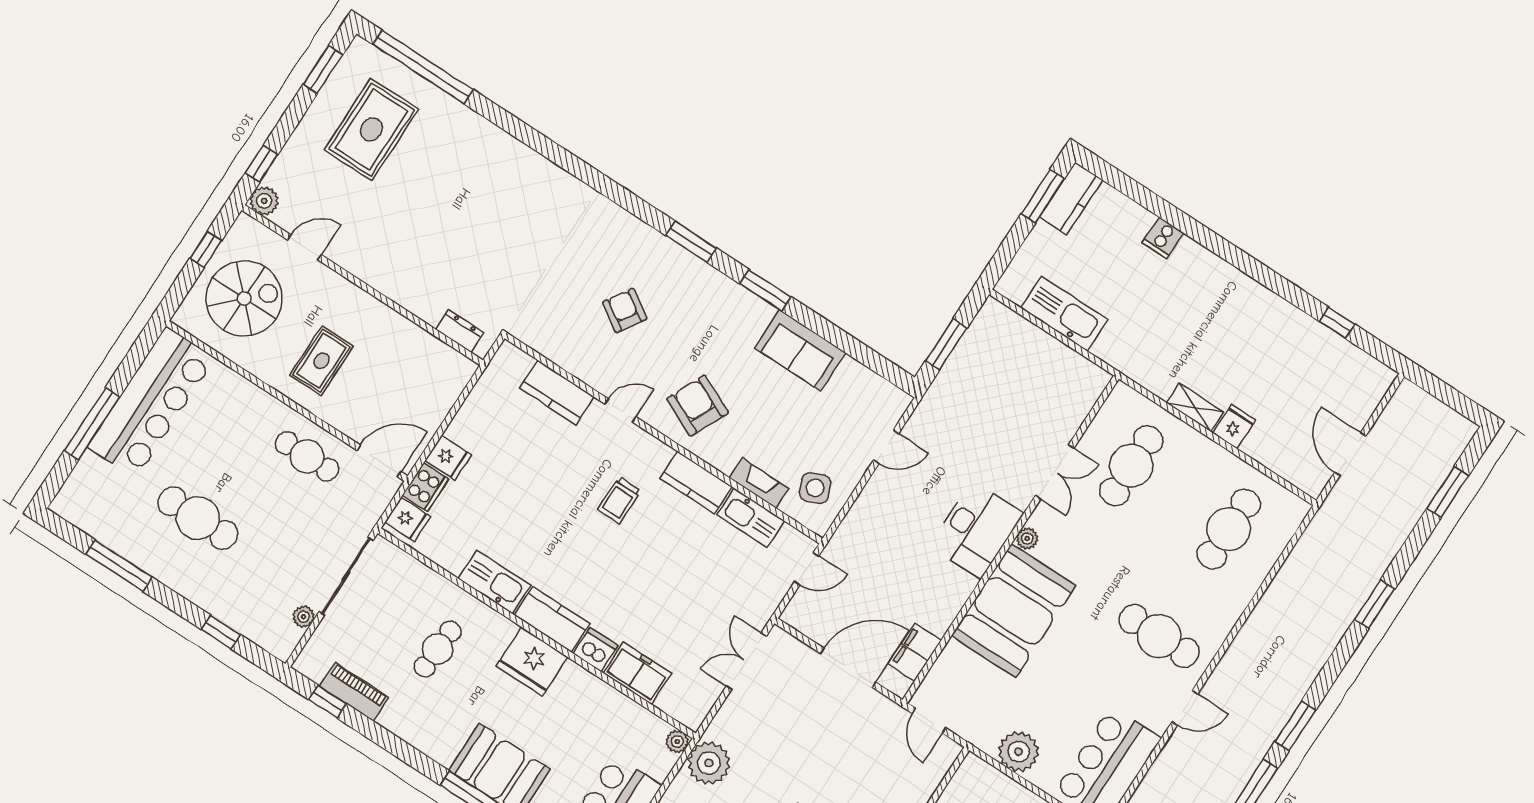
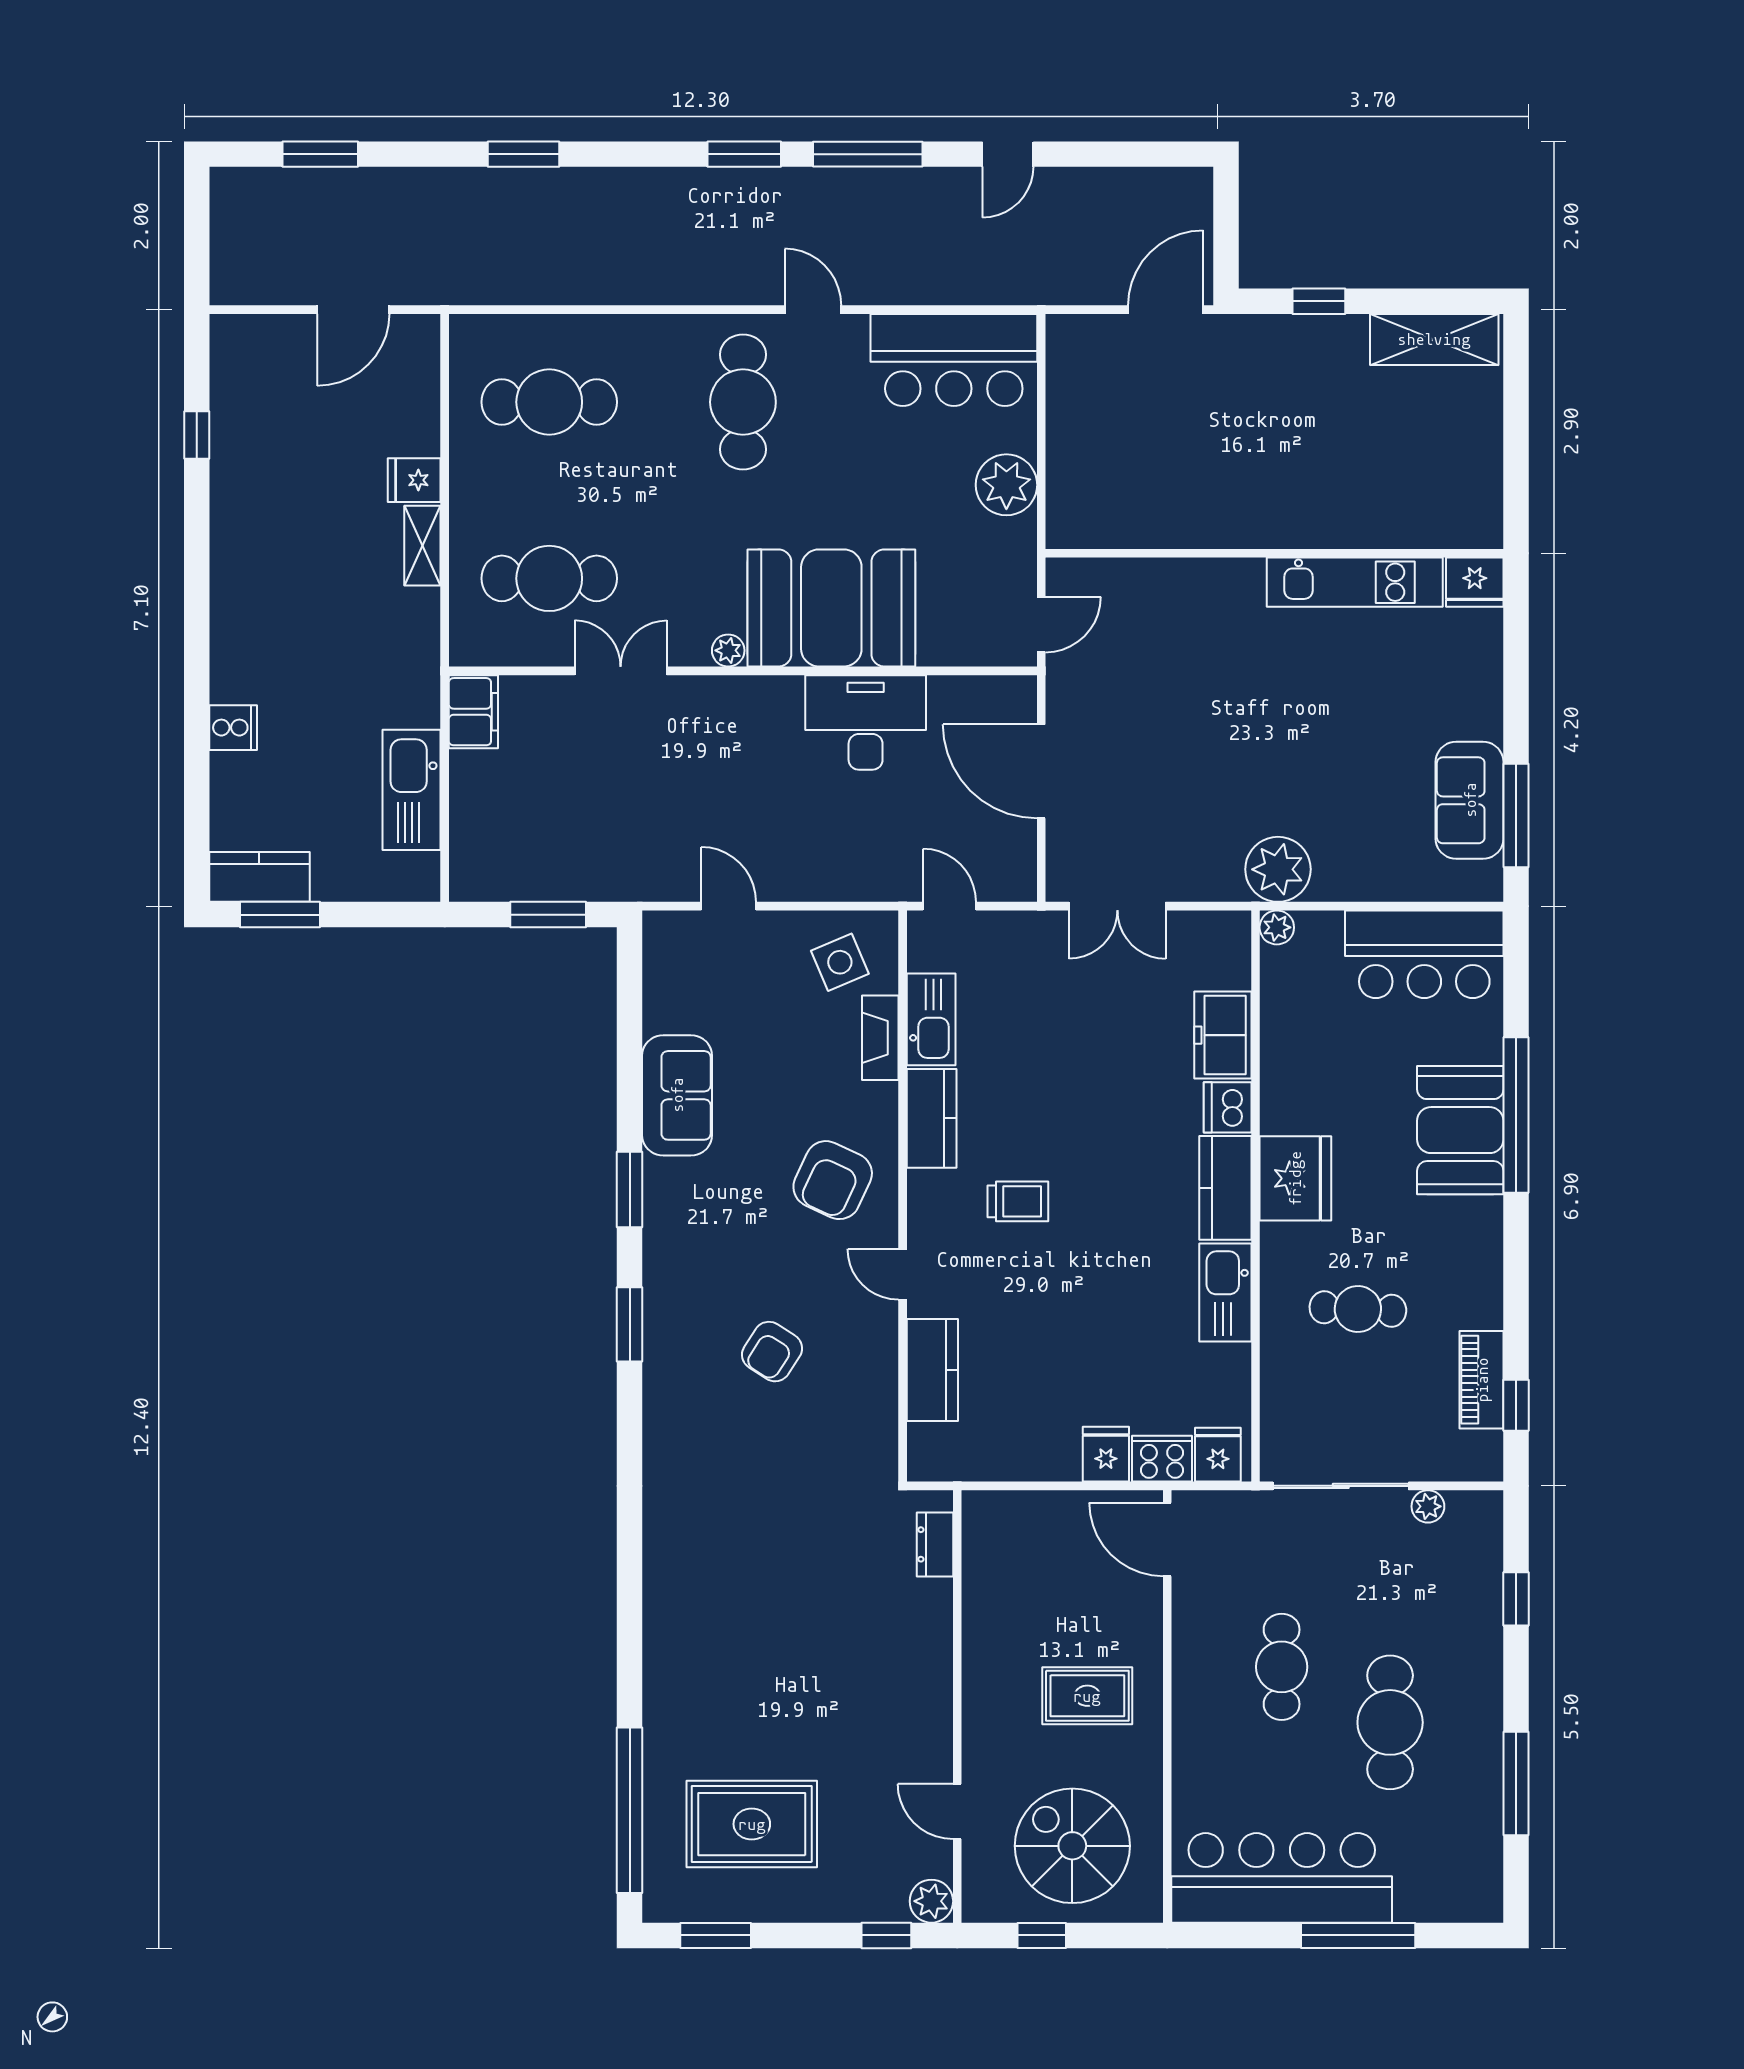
cafe table: (307, 456) -> (1282, 1667), moved
desk: (977, 529) -> (866, 722), moved
filing cabinet: (915, 652) -> (473, 712), moved, turned -90

